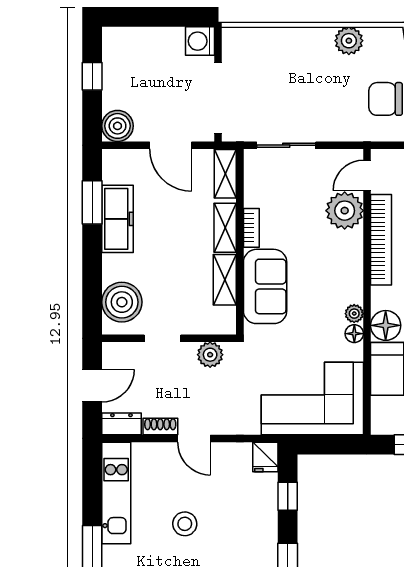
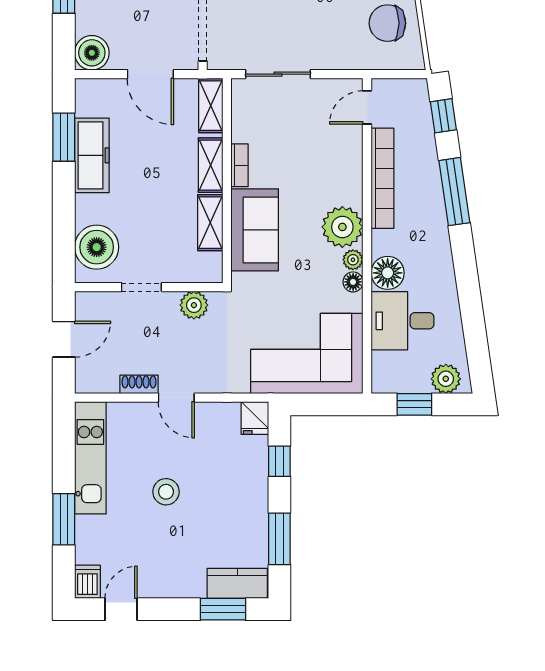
plant: (345, 211) -> (342, 227), moved
dresser: (121, 424) -> (96, 381), removed

